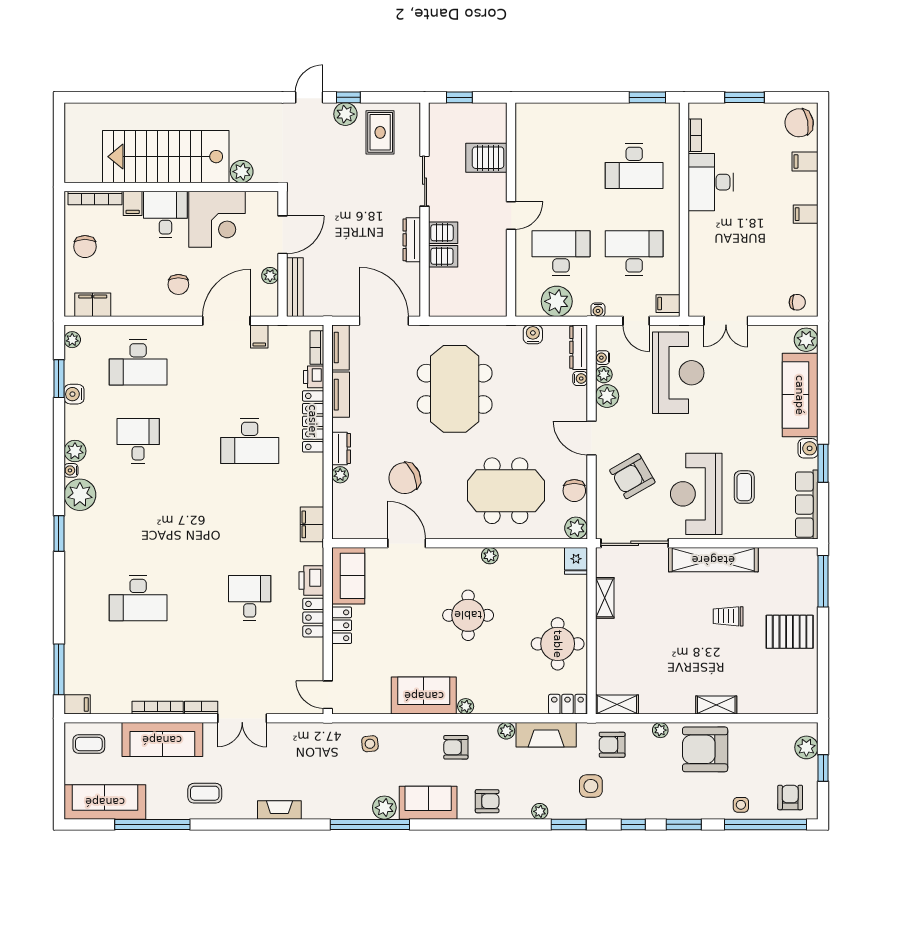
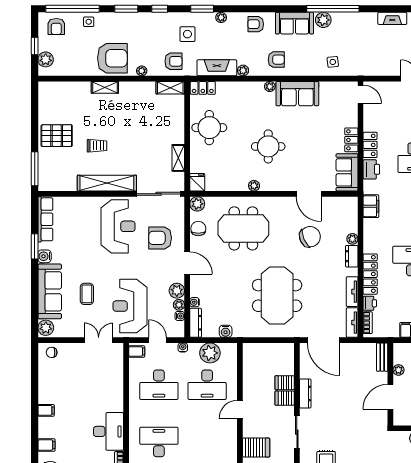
bench: (295, 287) -> (382, 357), width x0.73
armchair: (632, 476) -> (160, 238), turned -150
coffee table: (744, 487) -> (87, 294), moved

